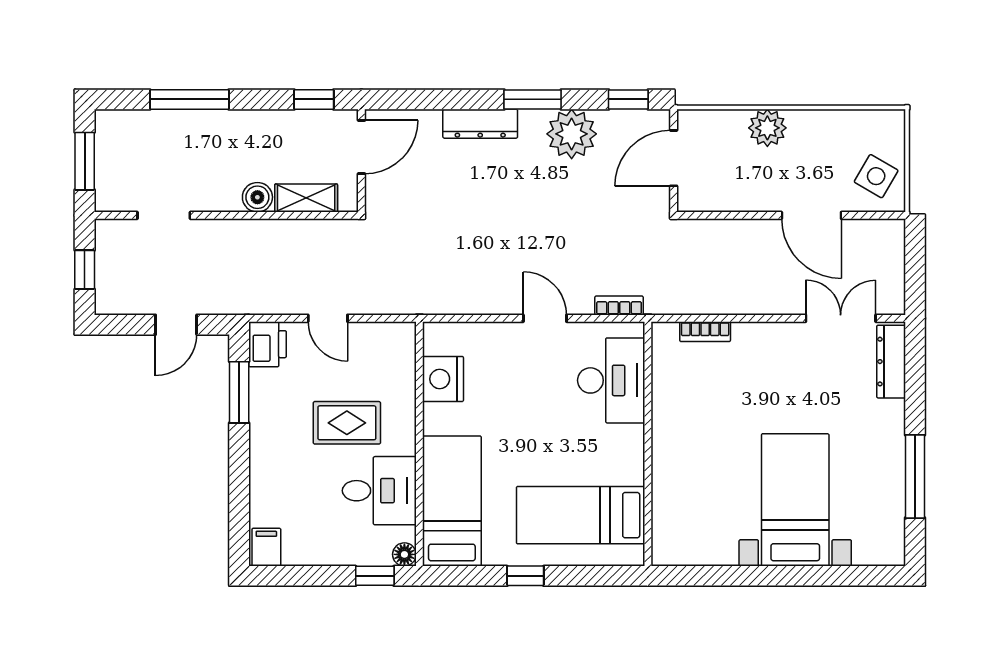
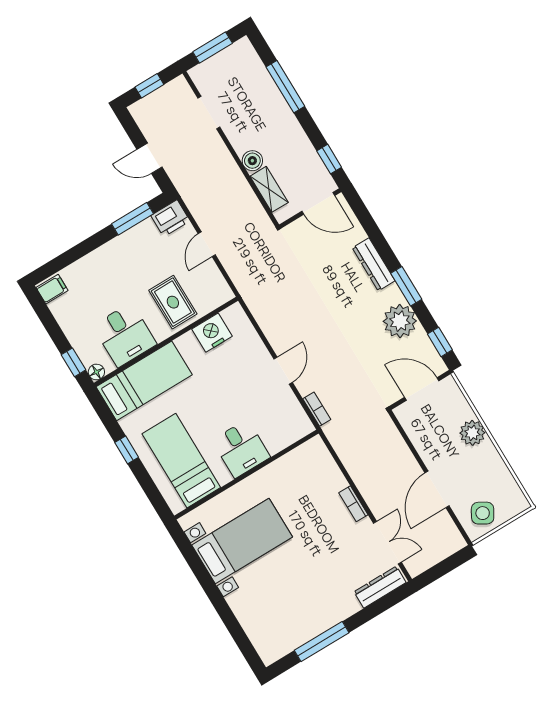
bookcase: (705, 332) -> (353, 504), moved
desk: (611, 380) -> (241, 449), moved, width x0.73
rug: (347, 423) -> (173, 302), moved
bed with nightstands: (795, 500) -> (242, 541), moved

